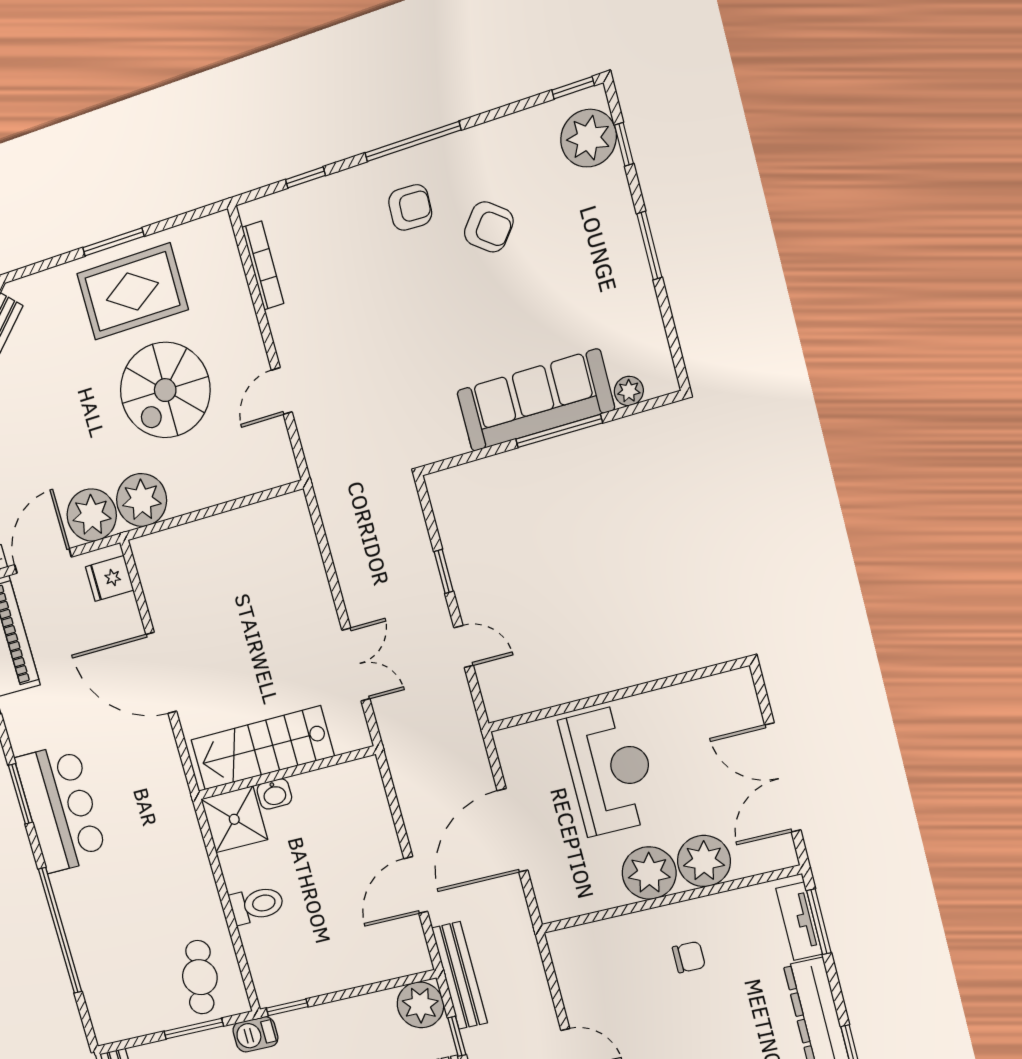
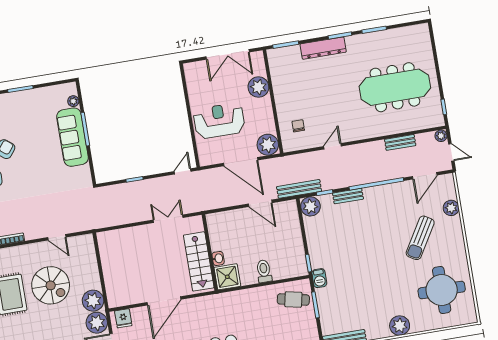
door: (464, 646) -> (183, 171), moved
plant: (649, 873) -> (268, 145), moved
tv unit: (799, 921) -> (285, 52), removed
chair: (689, 957) -> (298, 126), moved

